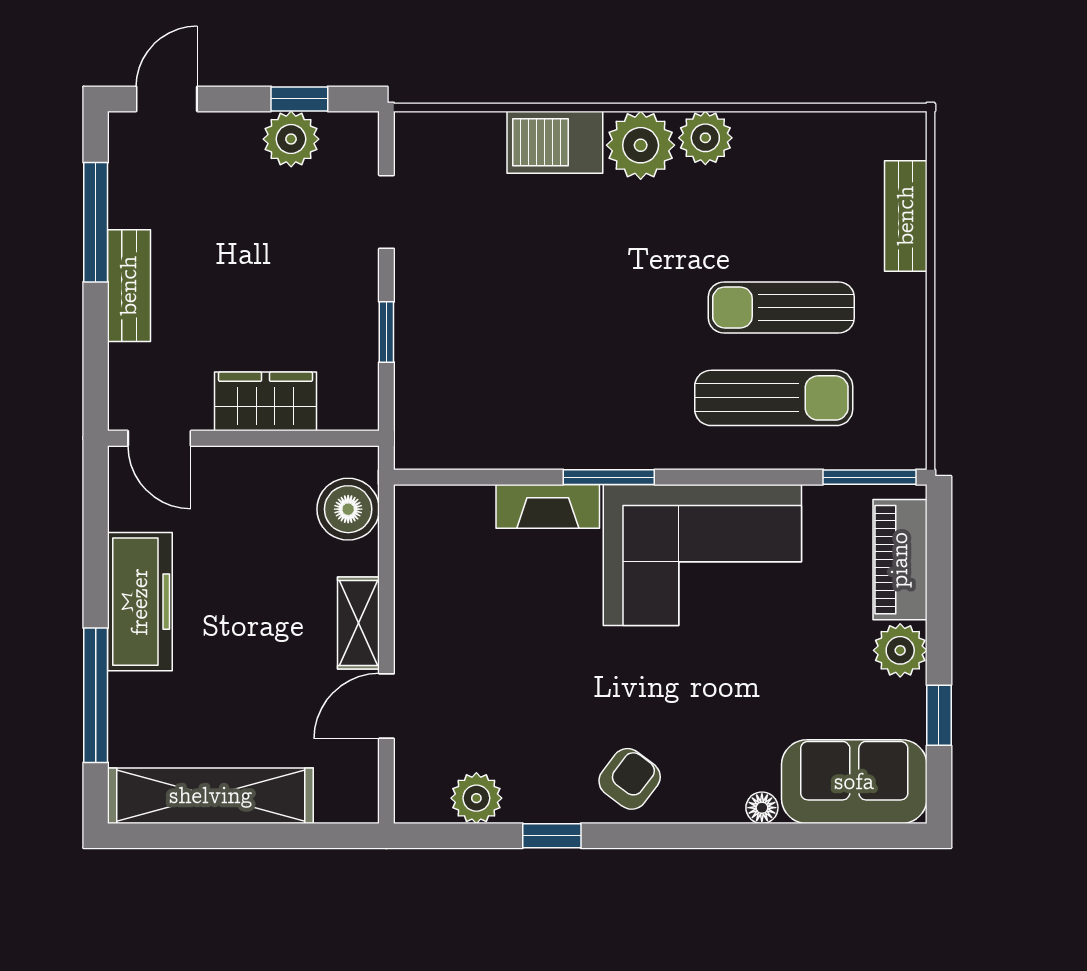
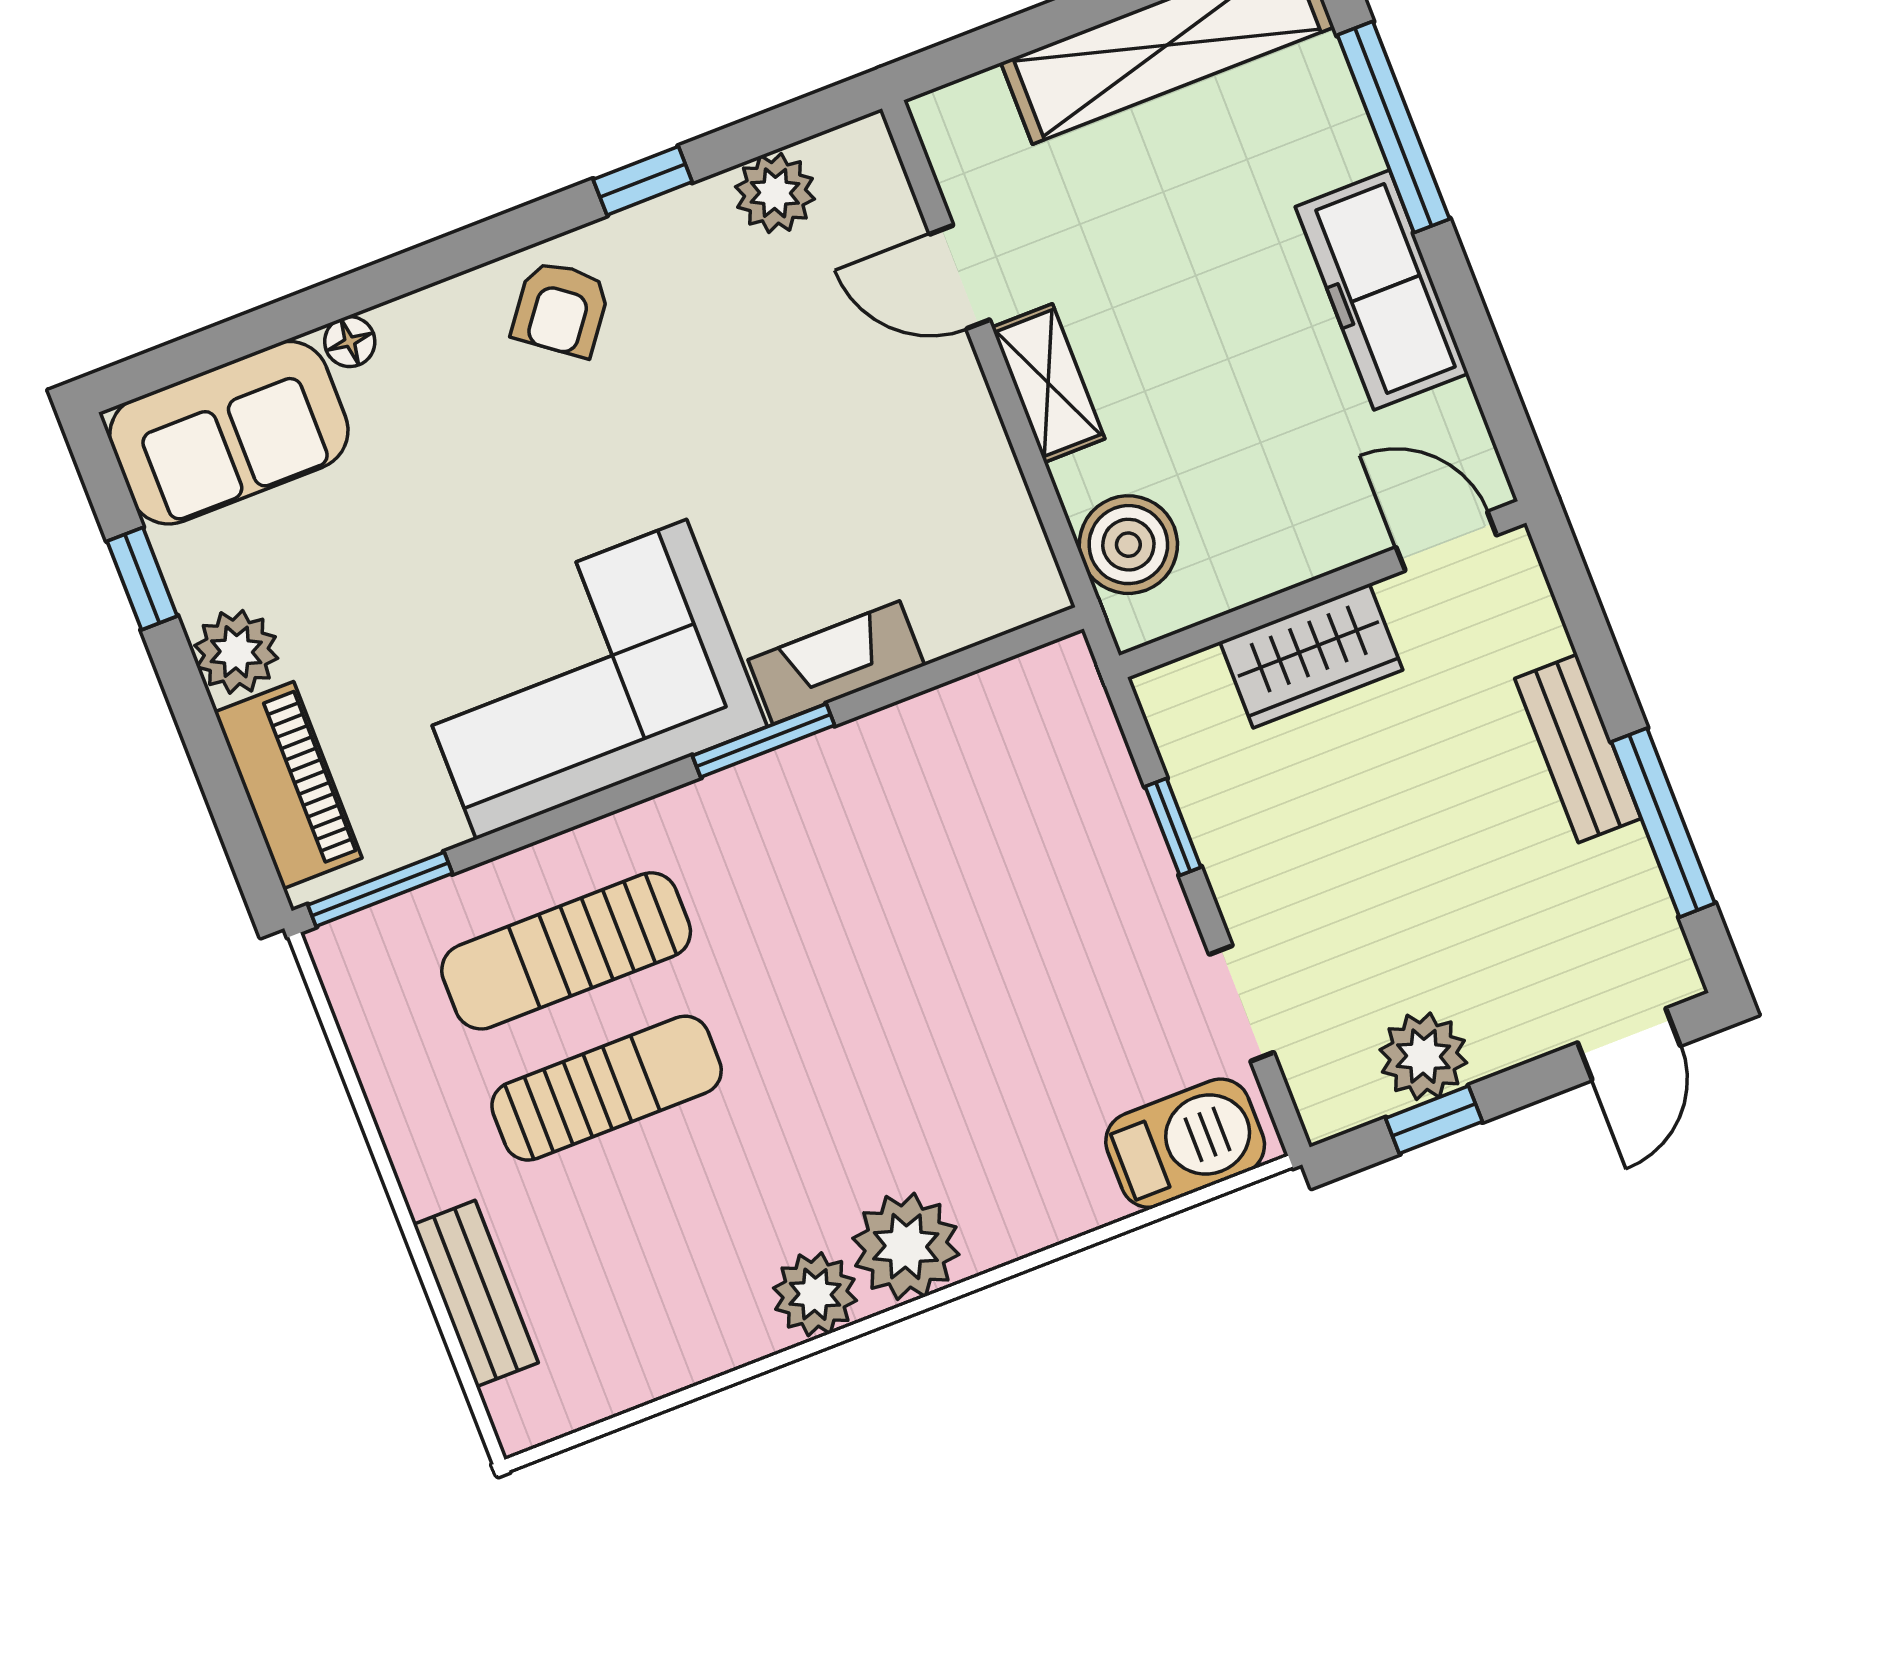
barbecue: (555, 142) -> (1185, 1143), moved
door: (386, 706) -> (960, 277), swing flipped

